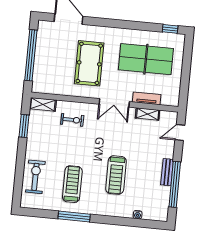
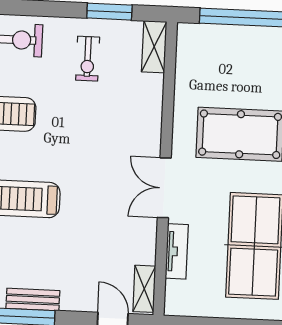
shelving: (148, 114) -> (144, 289), moved
exercise bike: (72, 120) -> (88, 59), moved

